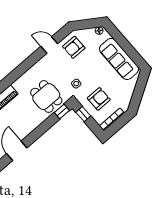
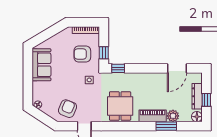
armchair: (74, 47) -> (68, 109), turned -68
sofa: (119, 59) -> (41, 65), width x0.73
dining table: (46, 97) -> (120, 106), moved

